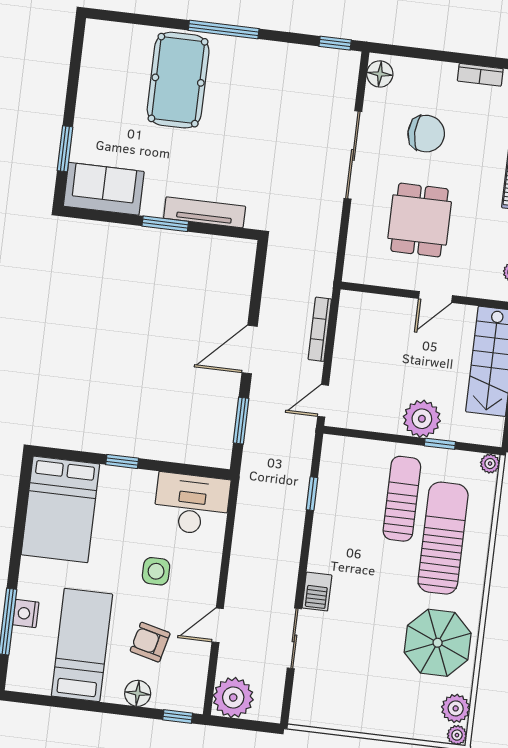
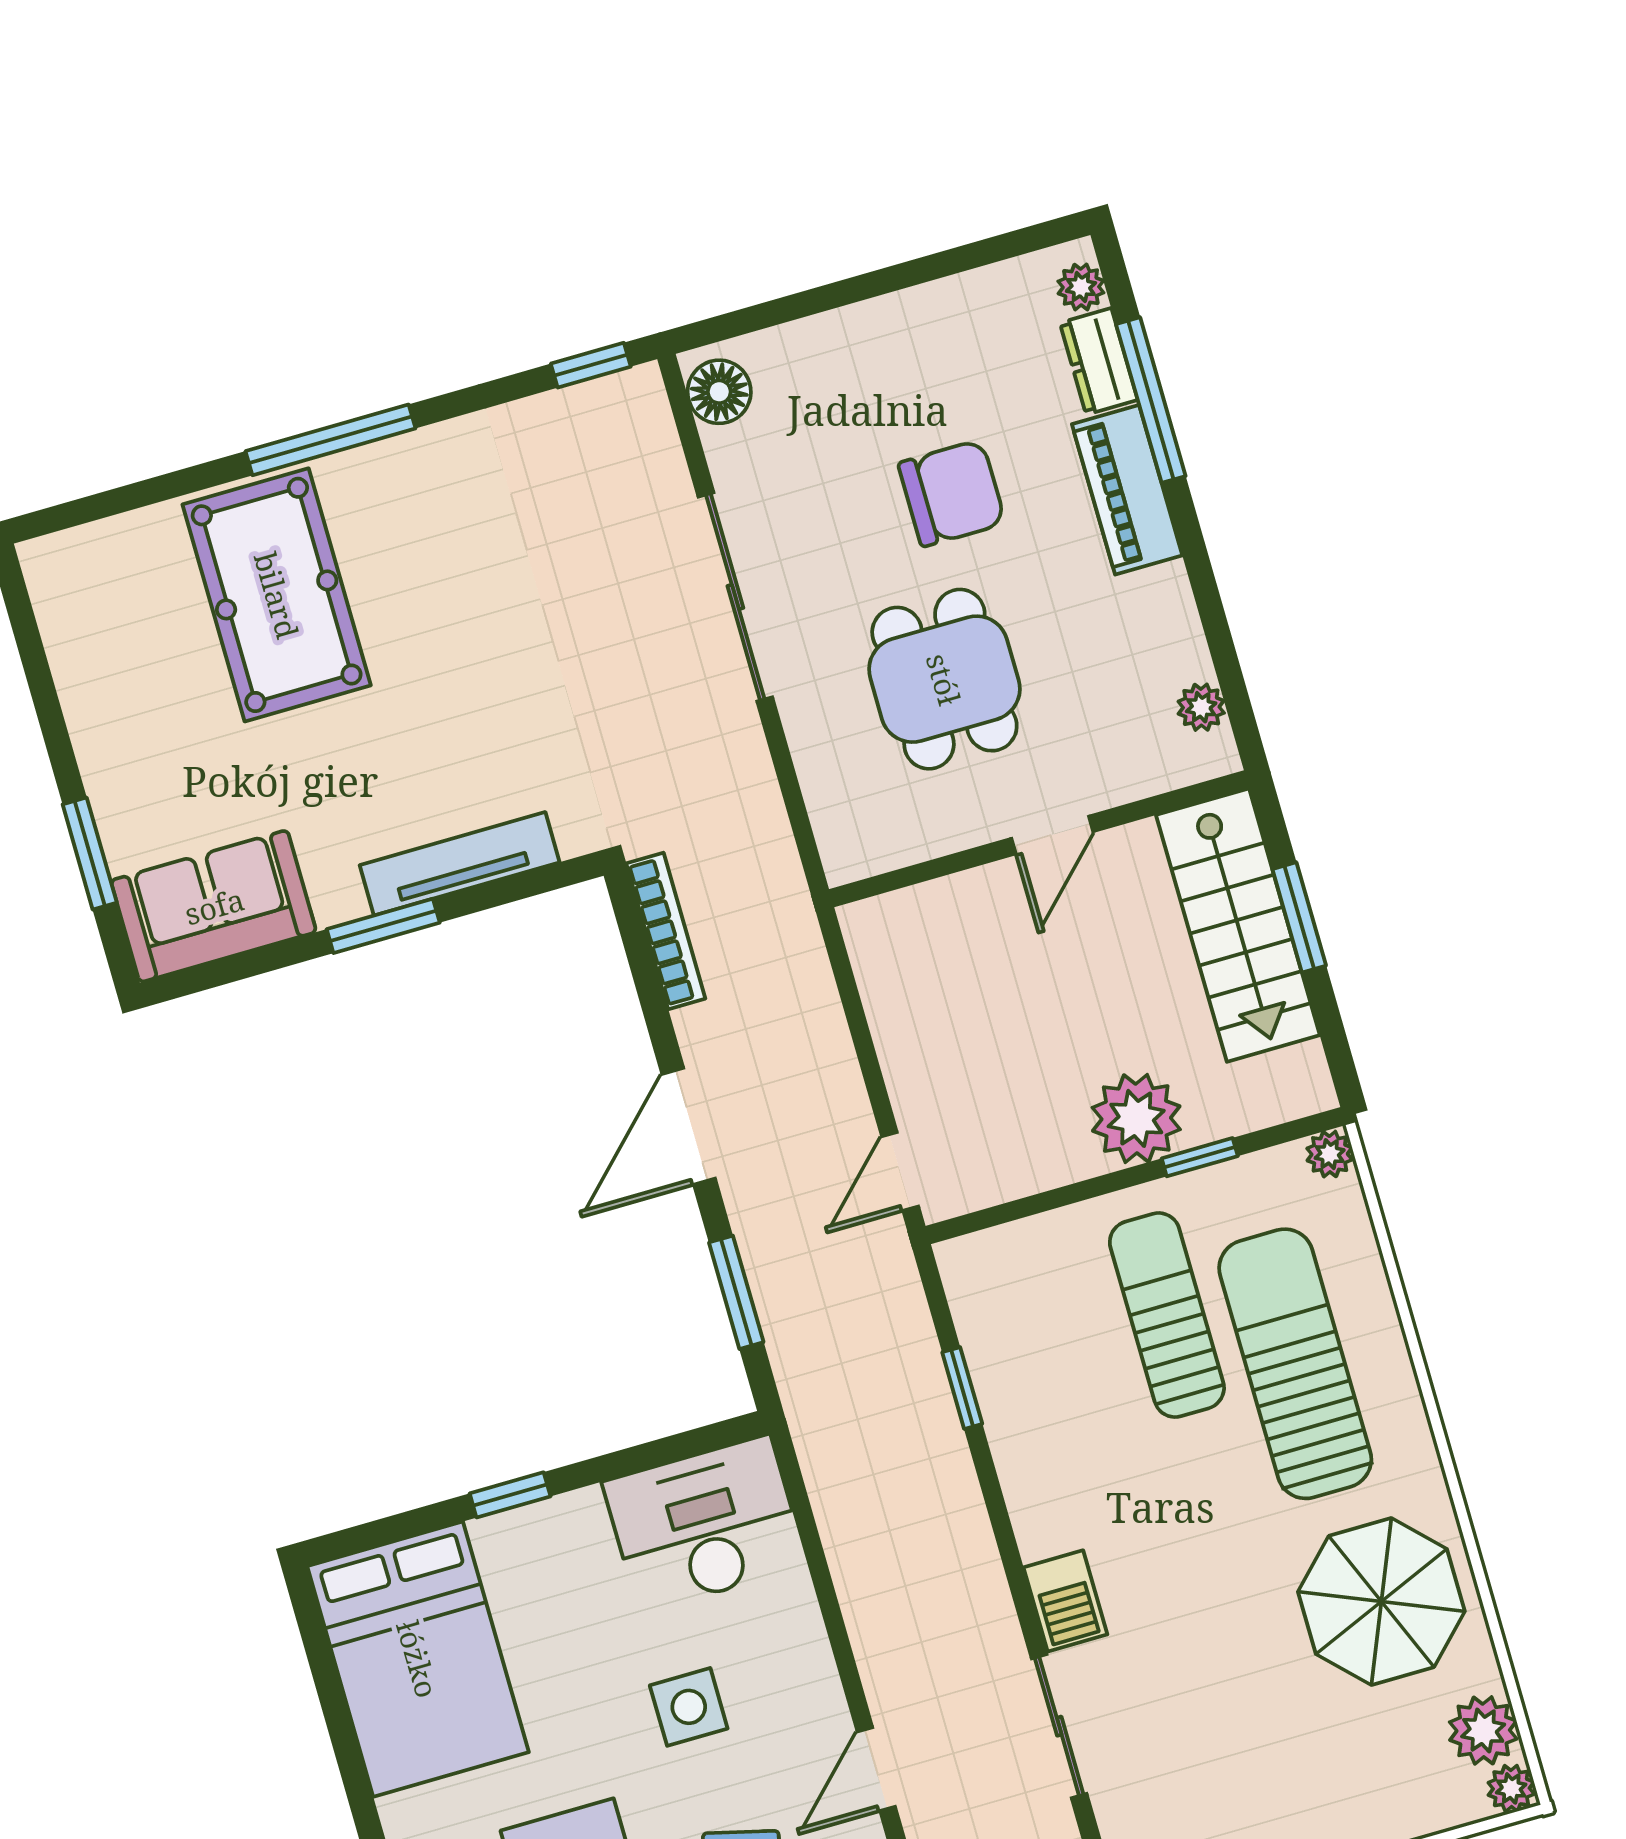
bookcase: (480, 75) -> (943, 299), removed
chair: (426, 134) -> (952, 493), moved
bookcase: (320, 329) -> (666, 931), moved, turned 180

